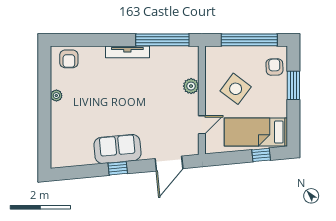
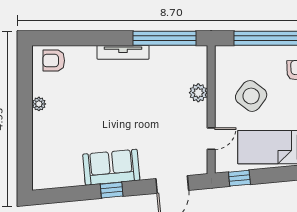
armchair: (69, 59) -> (54, 61), turned 90
window: (261, 155) -> (239, 178), moved

